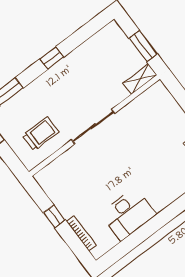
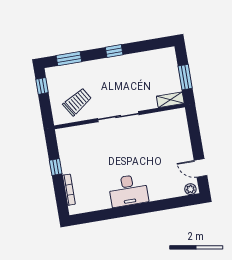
trolley: (41, 134) -> (77, 102), turned -32
desk: (128, 214) -> (128, 191), moved

